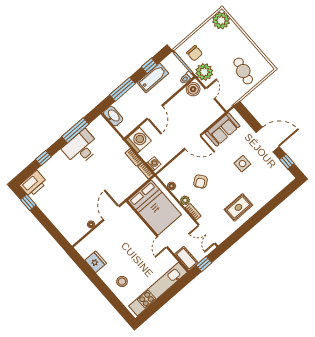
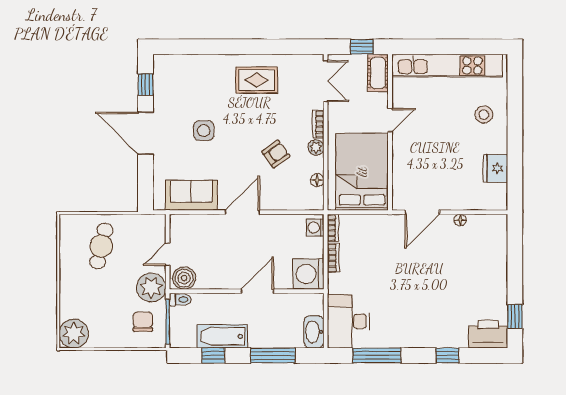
door: (193, 142) -> (242, 212), hinge flipped
desk: (81, 148) -> (349, 321), moved, turned 90

